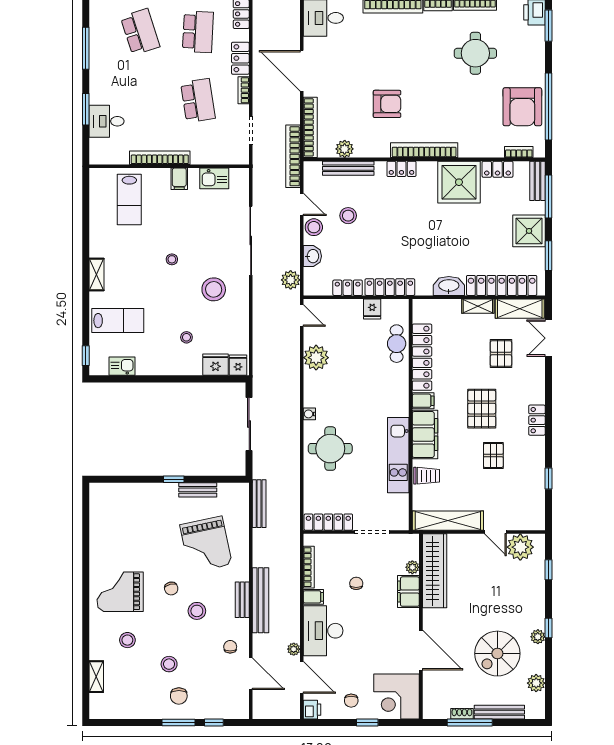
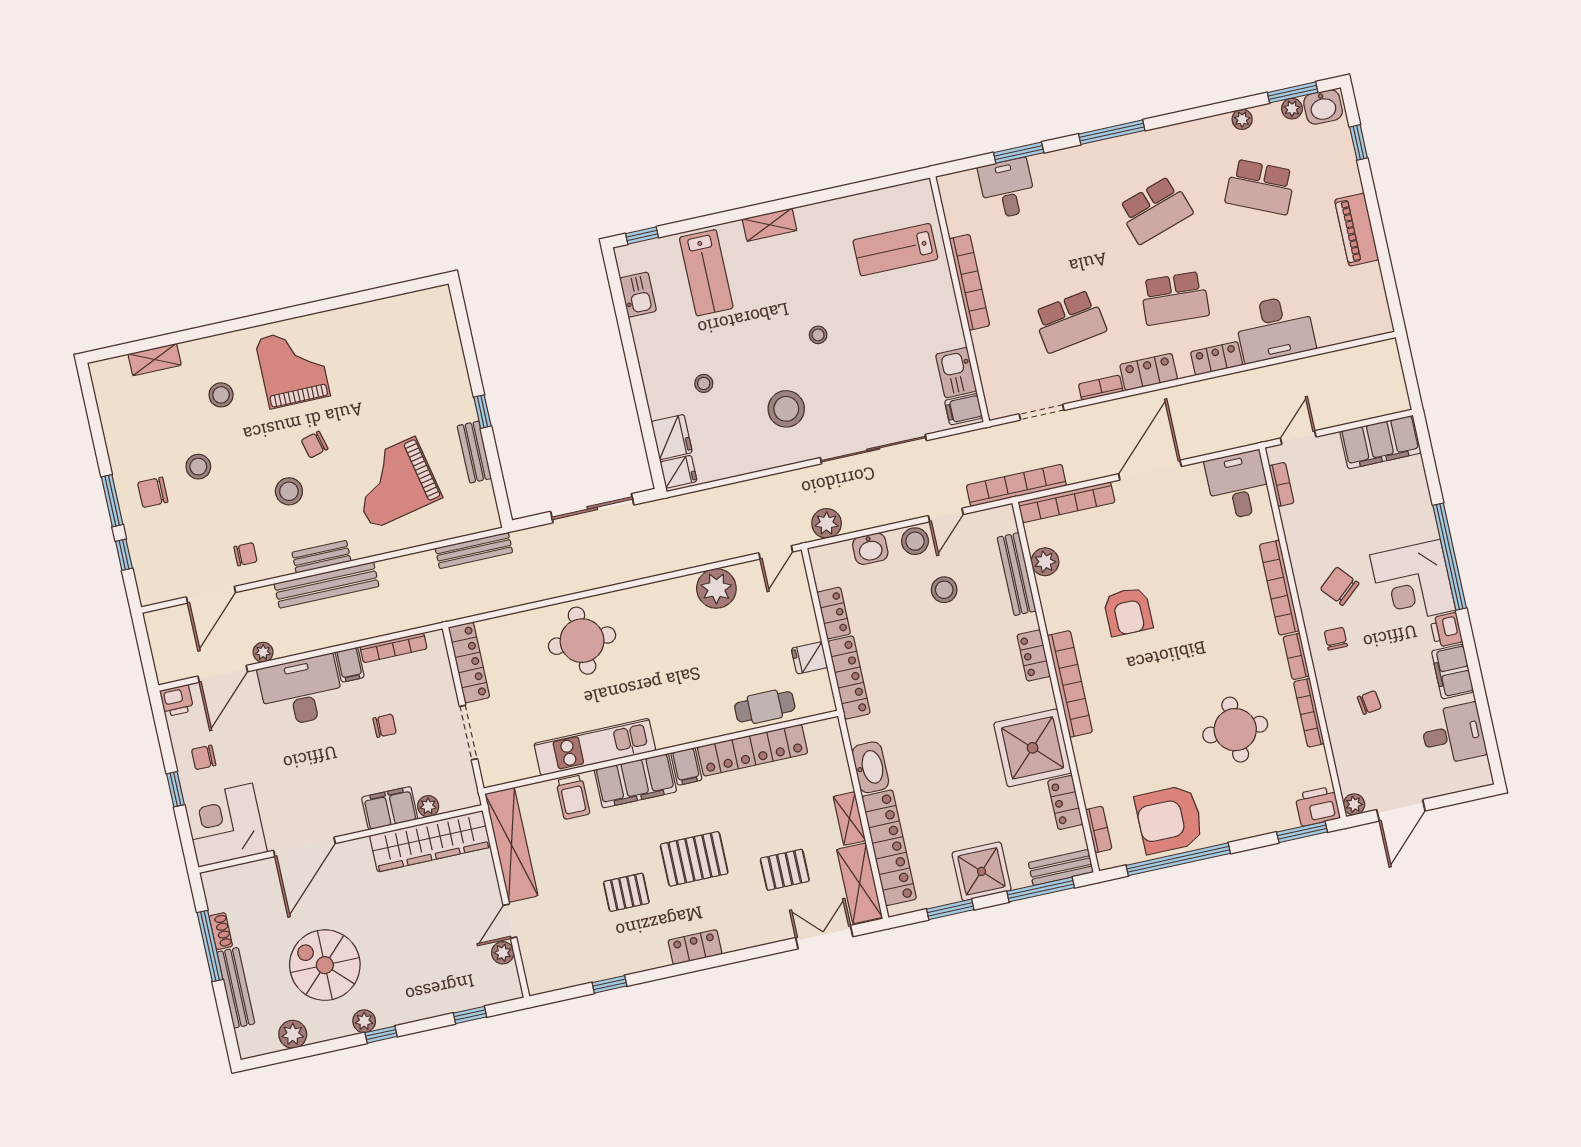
filing cabinet: (179, 179) -> (964, 409), moved
water cooler: (309, 414) -> (628, 597), removed
plant: (520, 547) -> (503, 953), width x0.53, depth x0.53

